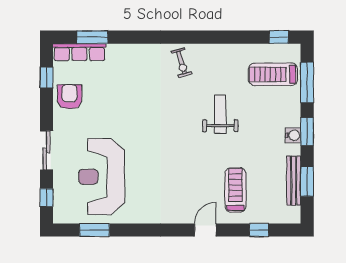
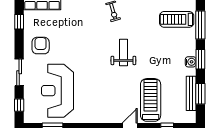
armchair: (69, 97) -> (41, 46), moved
weight bench: (220, 114) -> (123, 52), moved
treadmill: (235, 190) -> (151, 100), width x1.37, depth x1.38

